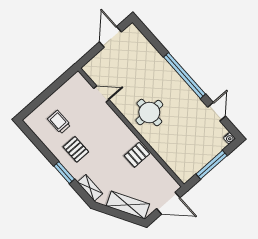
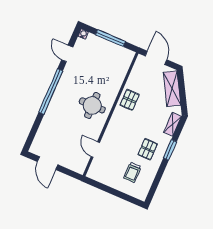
door: (110, 37) -> (48, 163), hinge flipped
door: (217, 112) -> (67, 53), hinge flipped
pallet: (137, 155) -> (130, 100), turned 90

